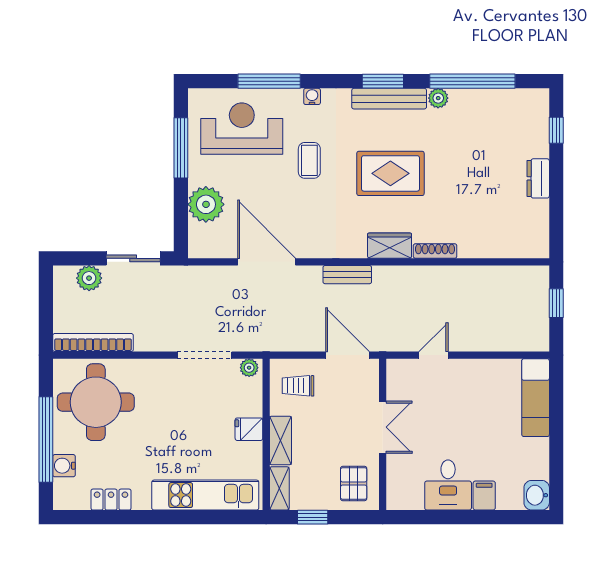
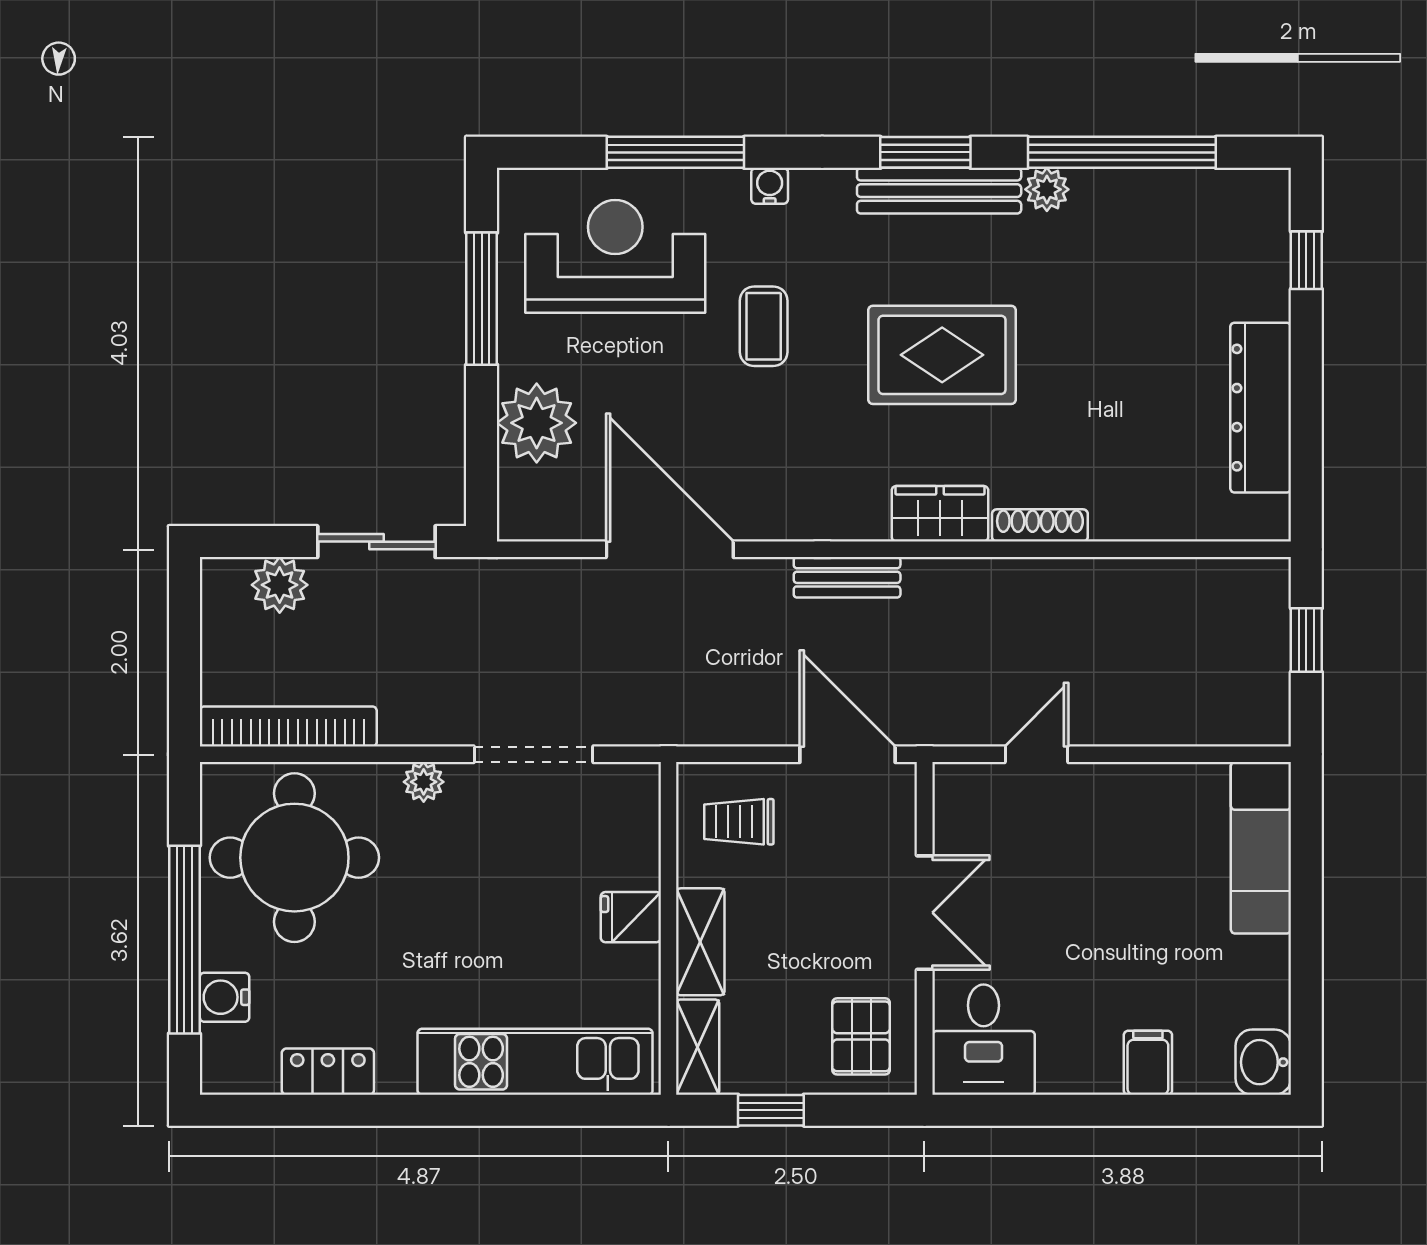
dresser: (538, 178) -> (1261, 408), width x1.96, depth x1.24
plant: (249, 368) -> (424, 782), moved
desk: (448, 485) -> (984, 1040), moved

